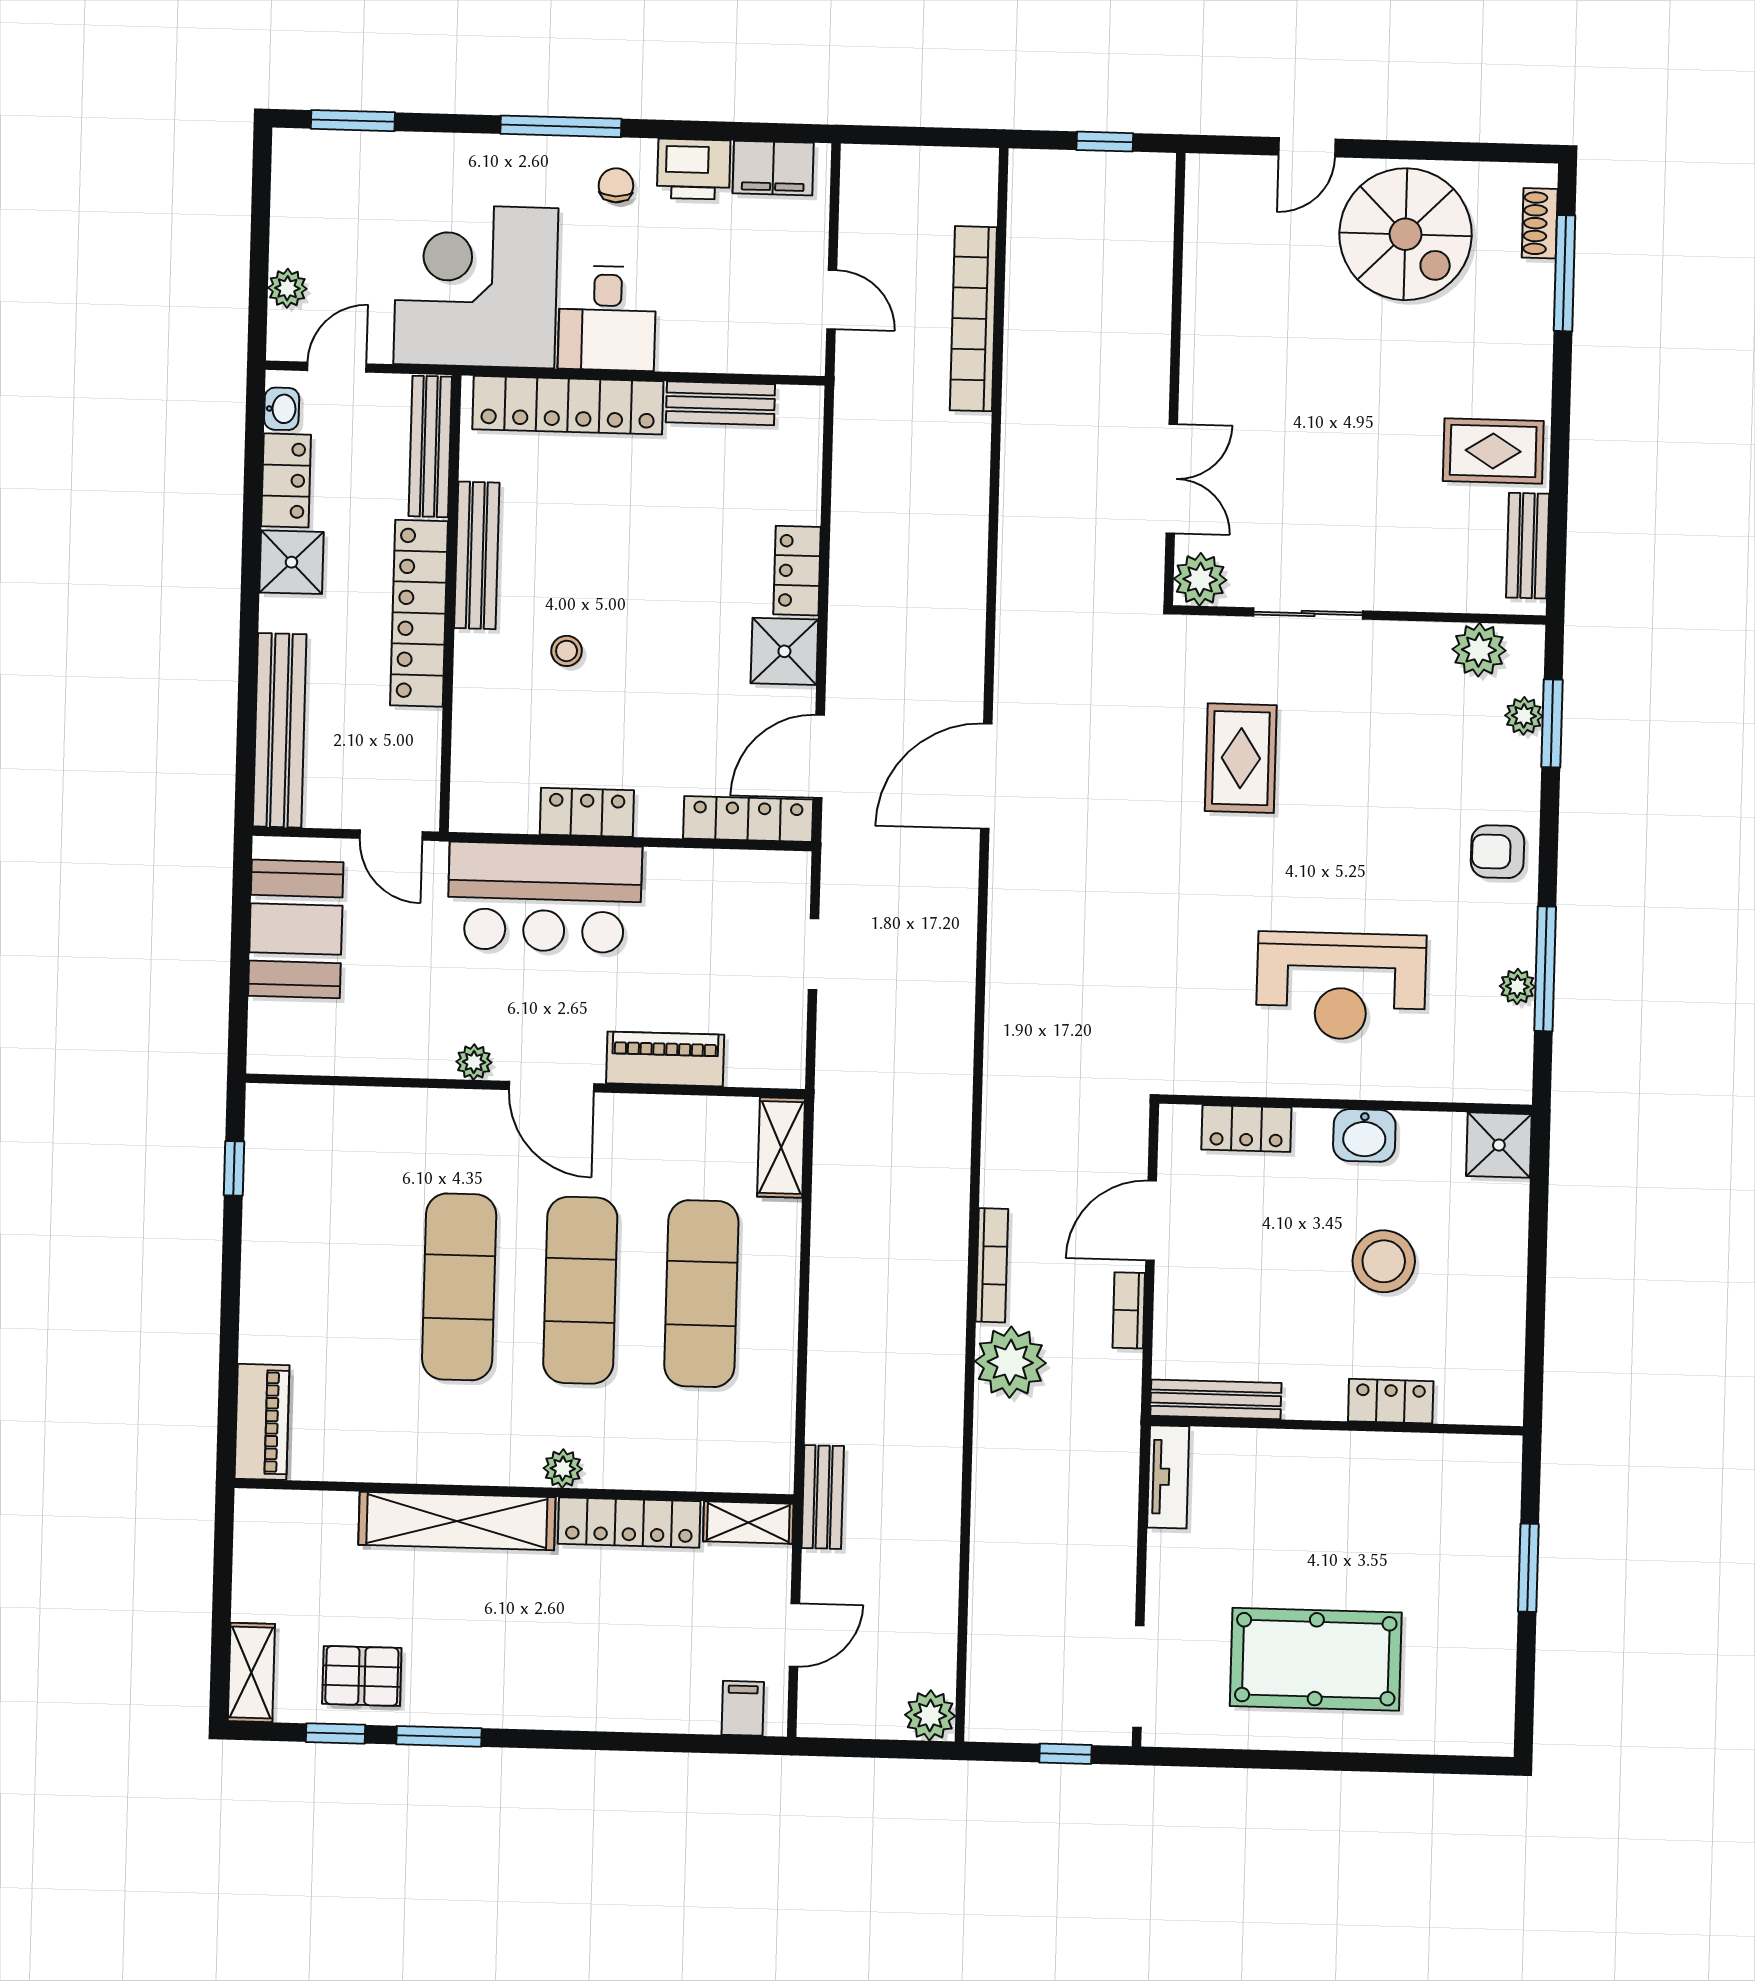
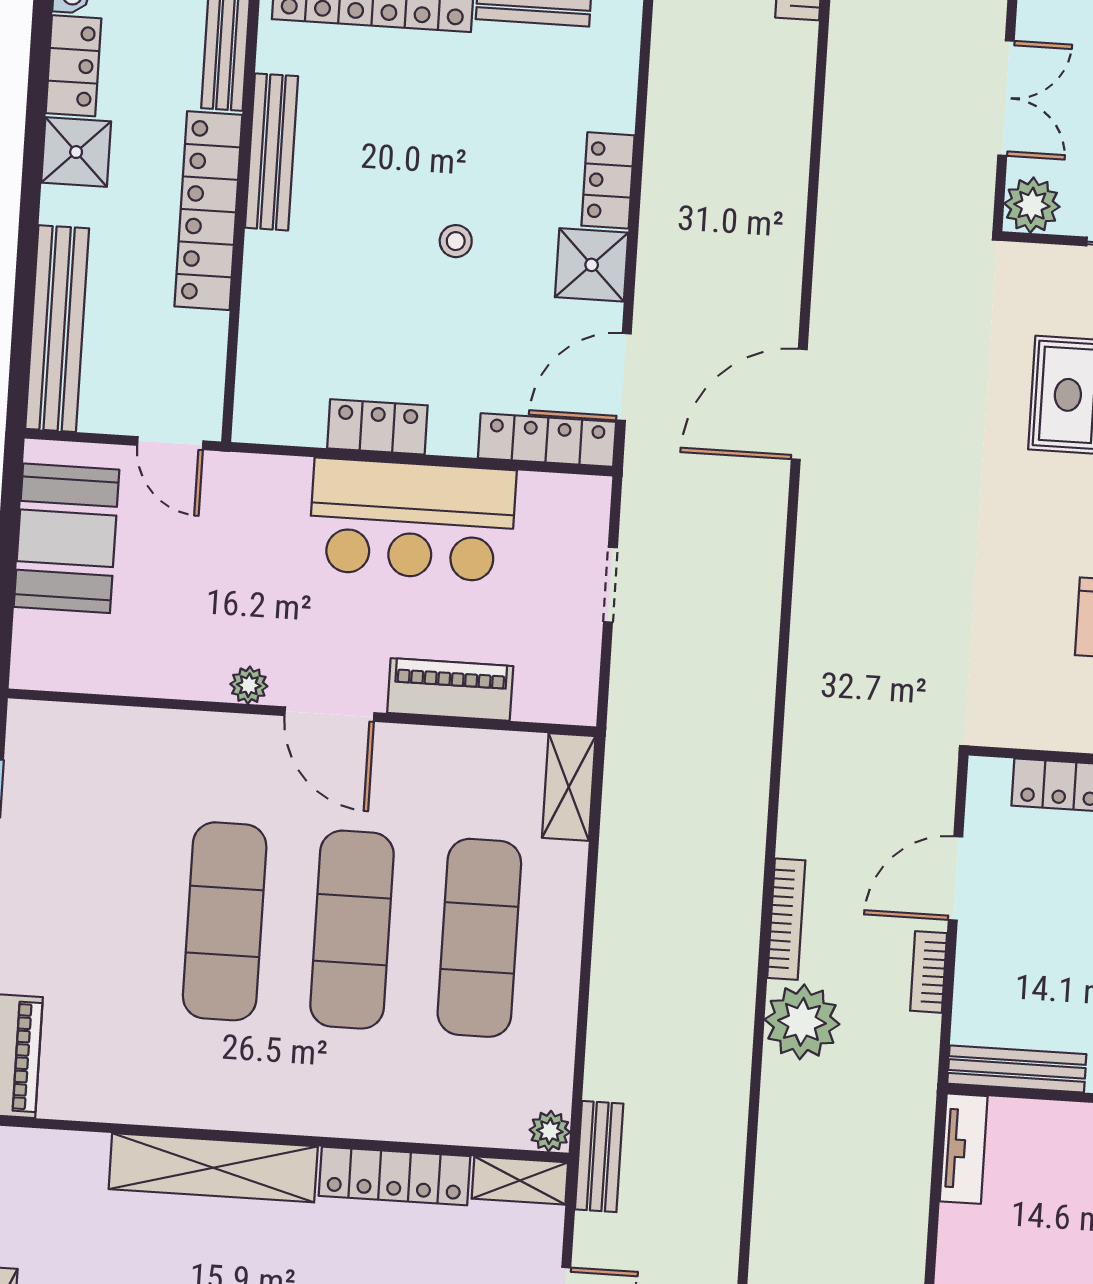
stool: (567, 651) -> (456, 241), moved
bar counter: (545, 897) -> (412, 520), moved
plant: (563, 1469) -> (550, 1131), moved

